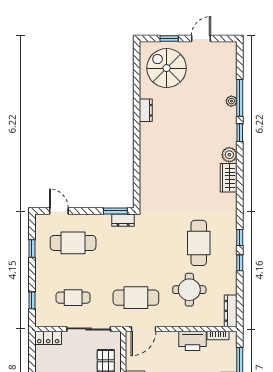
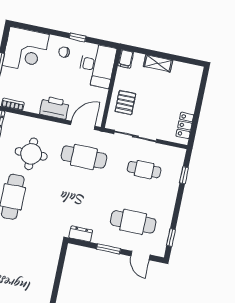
window: (115, 211) -> (109, 249), moved
window: (32, 248) -> (171, 237), moved
locker: (48, 338) -> (185, 125), moved, turned -90
printer: (192, 341) -> (54, 108), moved

